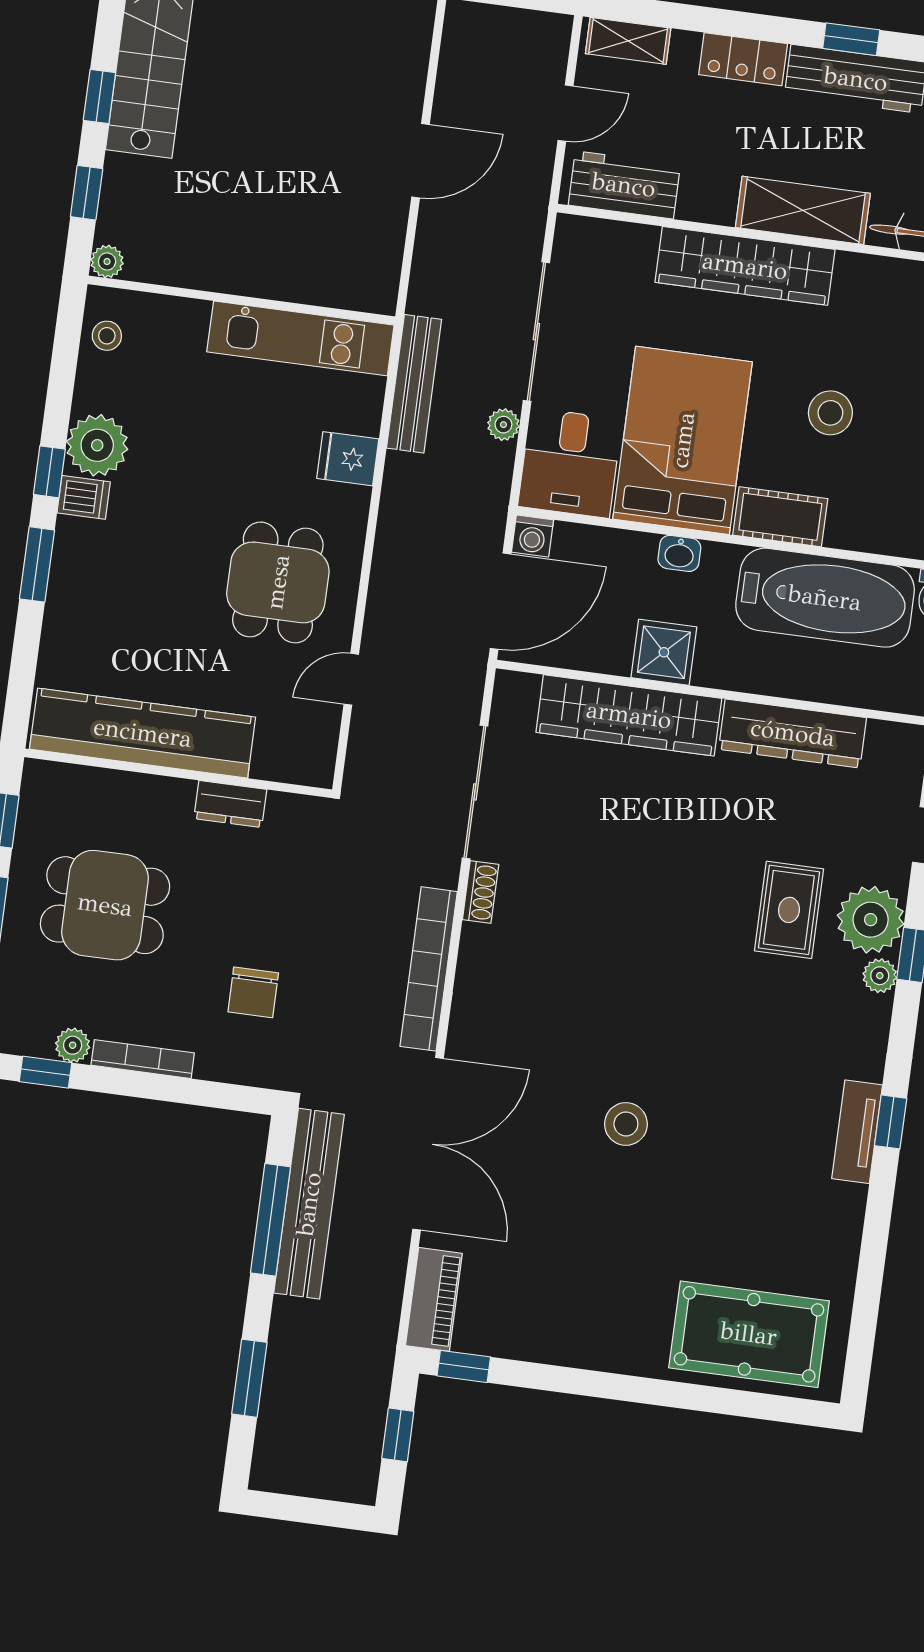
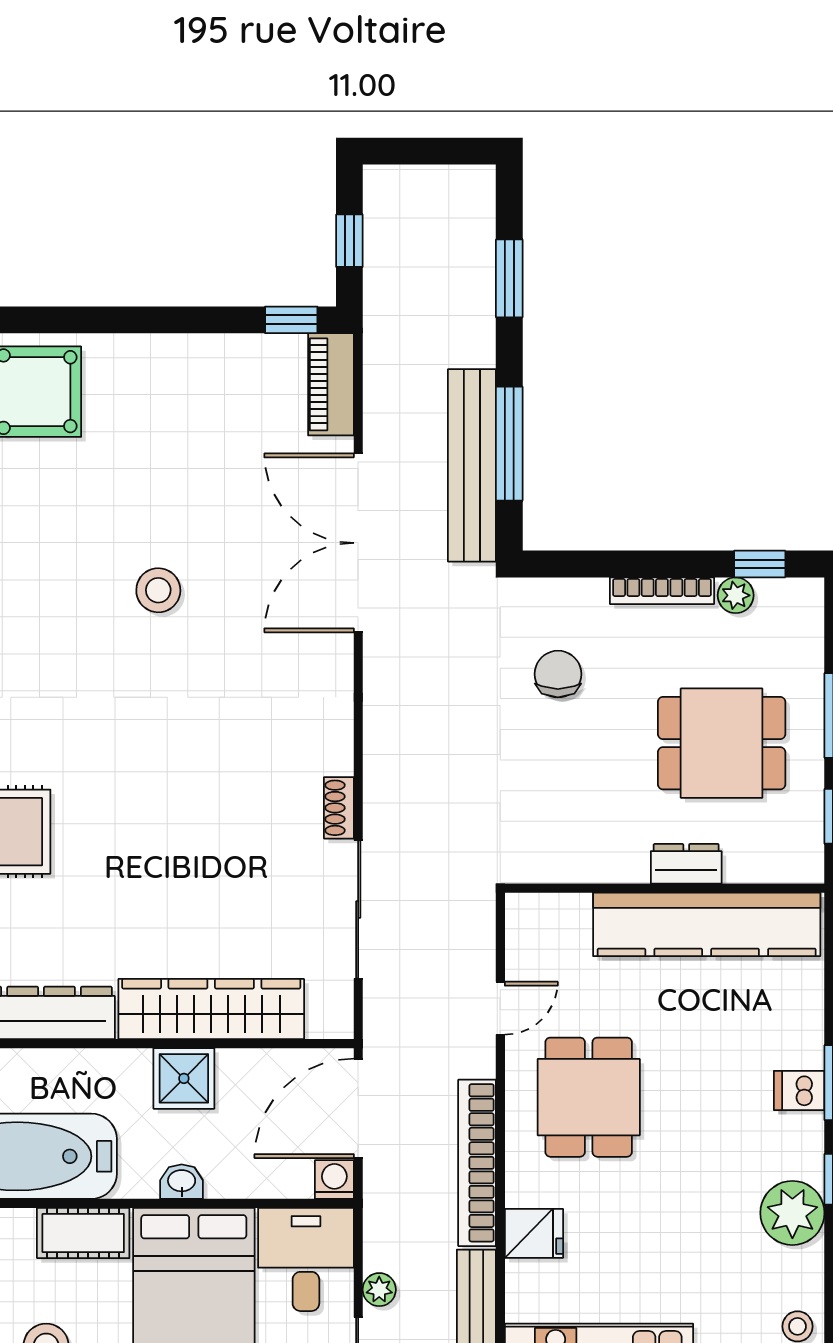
dishwasher: (84, 497) -> (799, 1090), moved
dresser: (230, 804) -> (686, 864), moved
bookcase: (429, 969) -> (477, 1163), moved, turned 180

